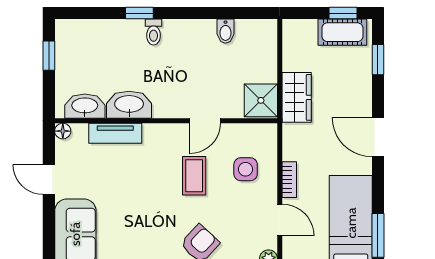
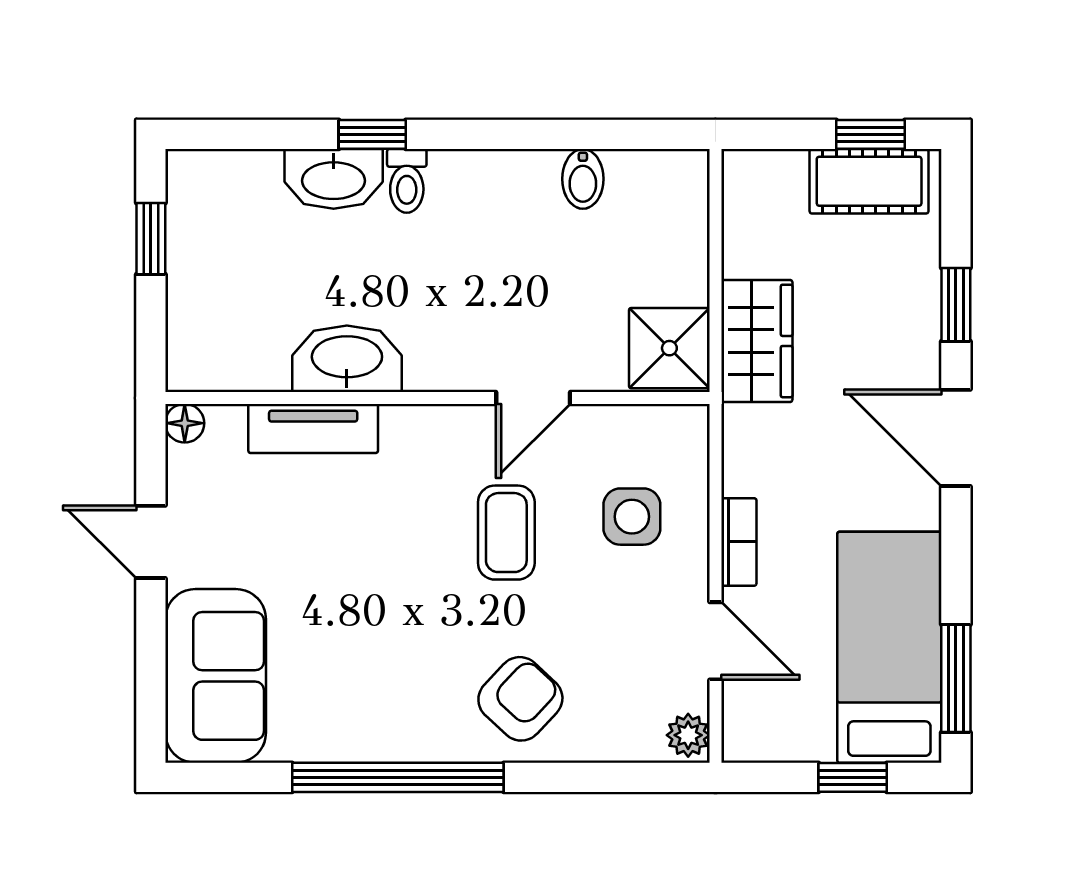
window: (378, 60) -> (956, 305), moved
washbasin: (85, 106) -> (334, 179), moved, turned 180

